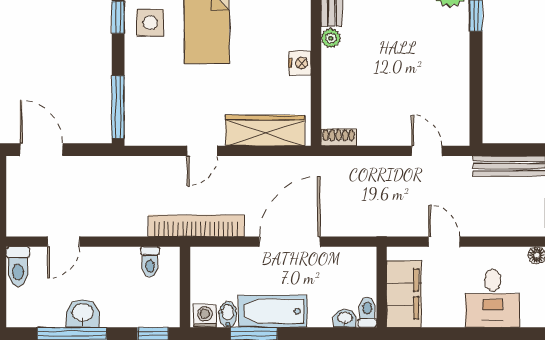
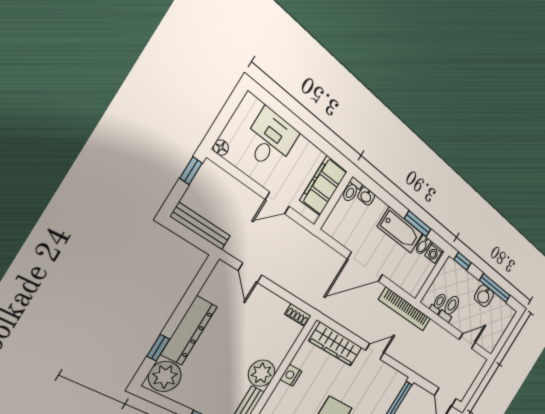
plant: (331, 38) -> (262, 373), width x1.88, depth x1.88
dresser: (455, 51) -> (189, 330), added
door: (444, 242) -> (277, 203), hinge flipped
toilet: (18, 266) -> (450, 308), moved

